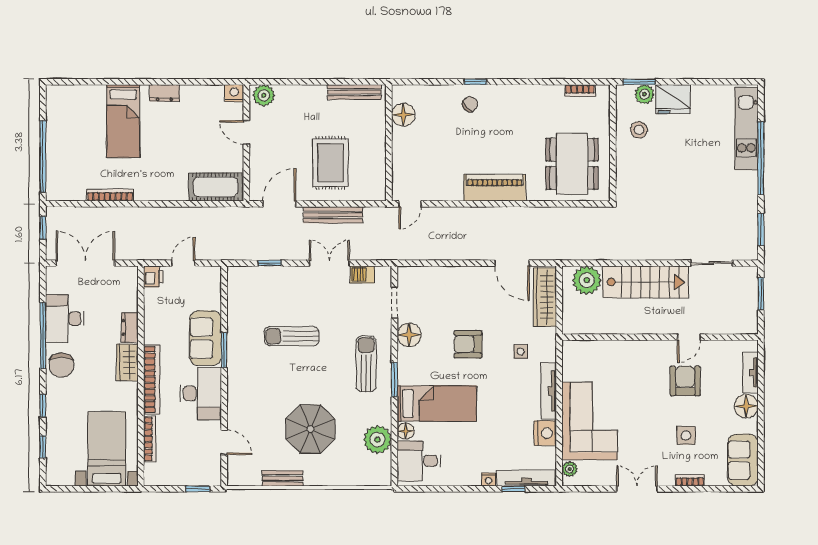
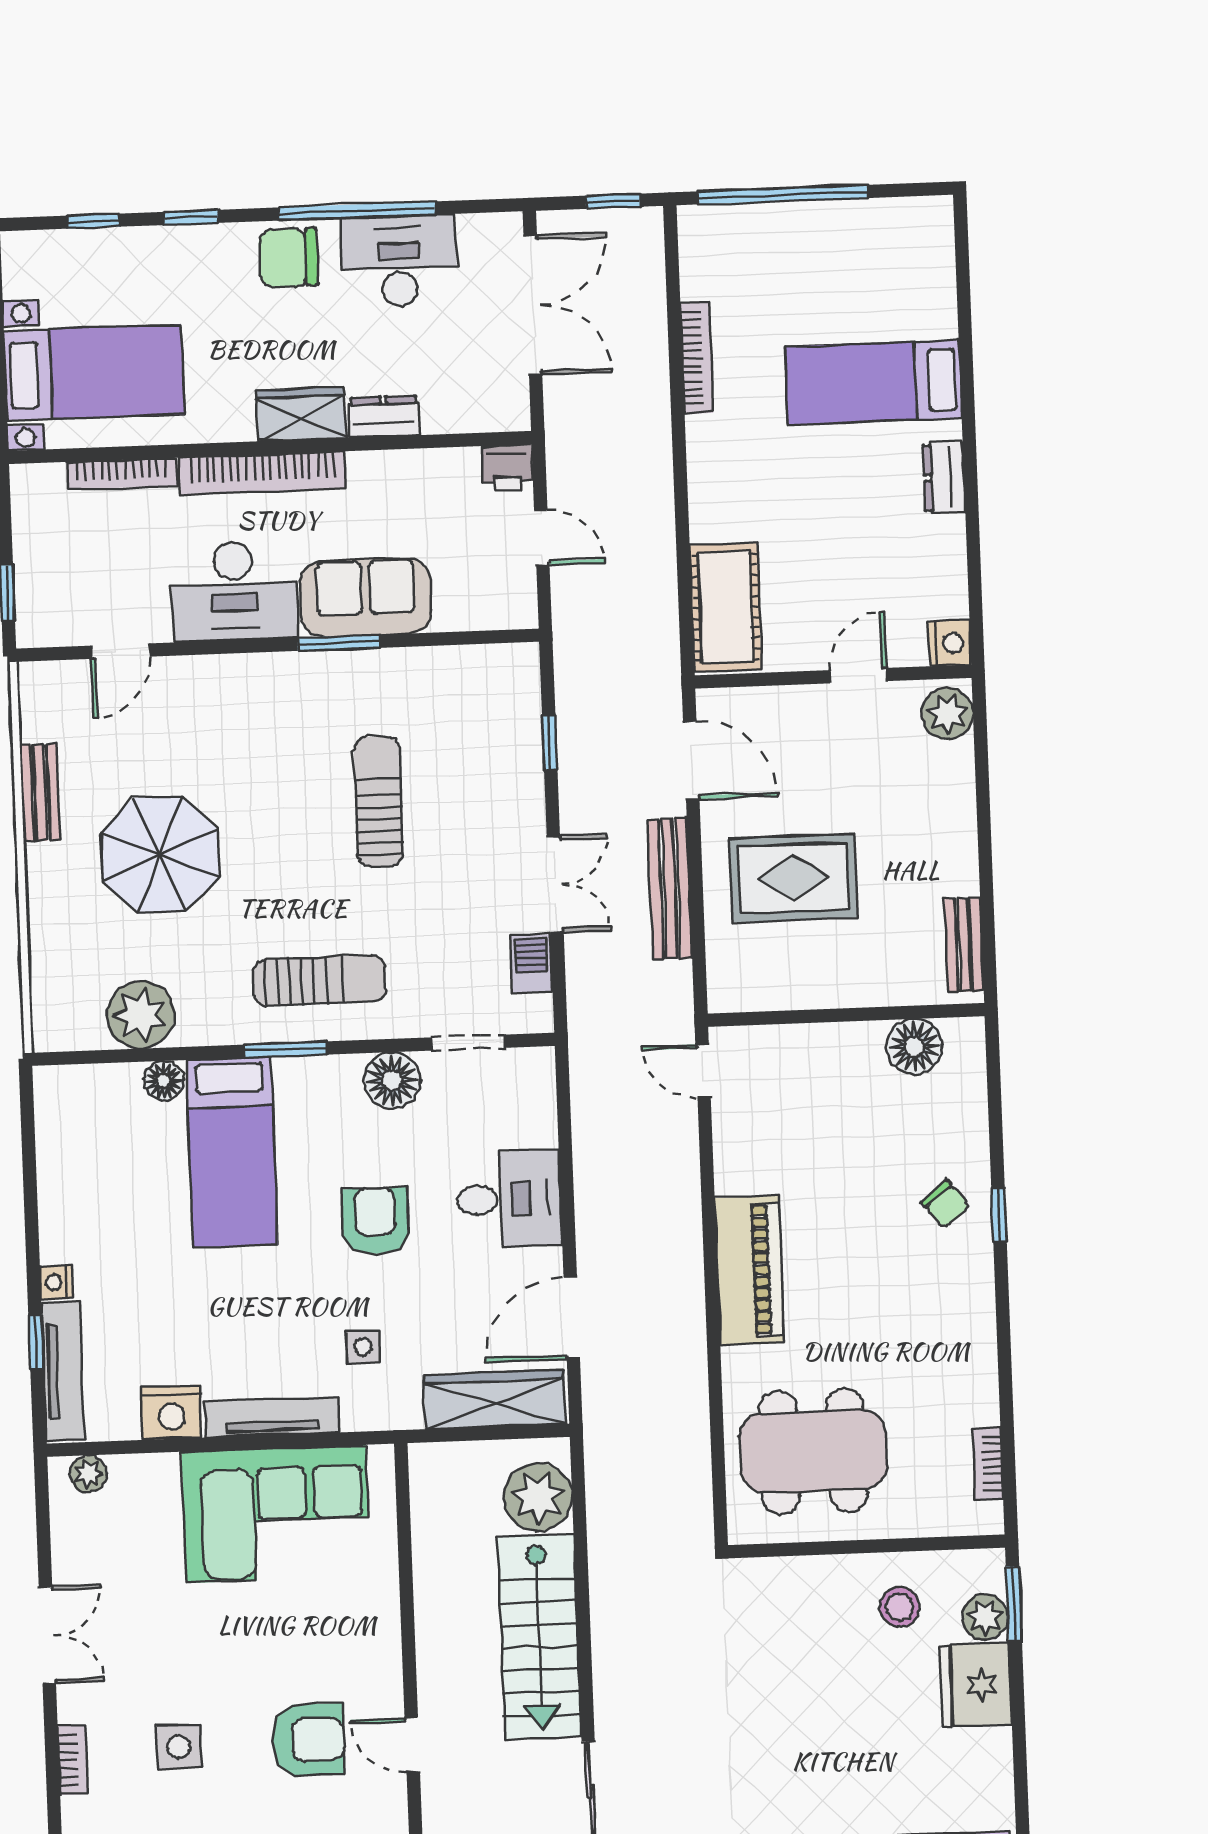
bench: (354, 92) -> (964, 945), width x0.73
corner sofa: (590, 421) -> (276, 1514), moved
desk: (419, 461) -> (509, 1199), moved, turned 90

